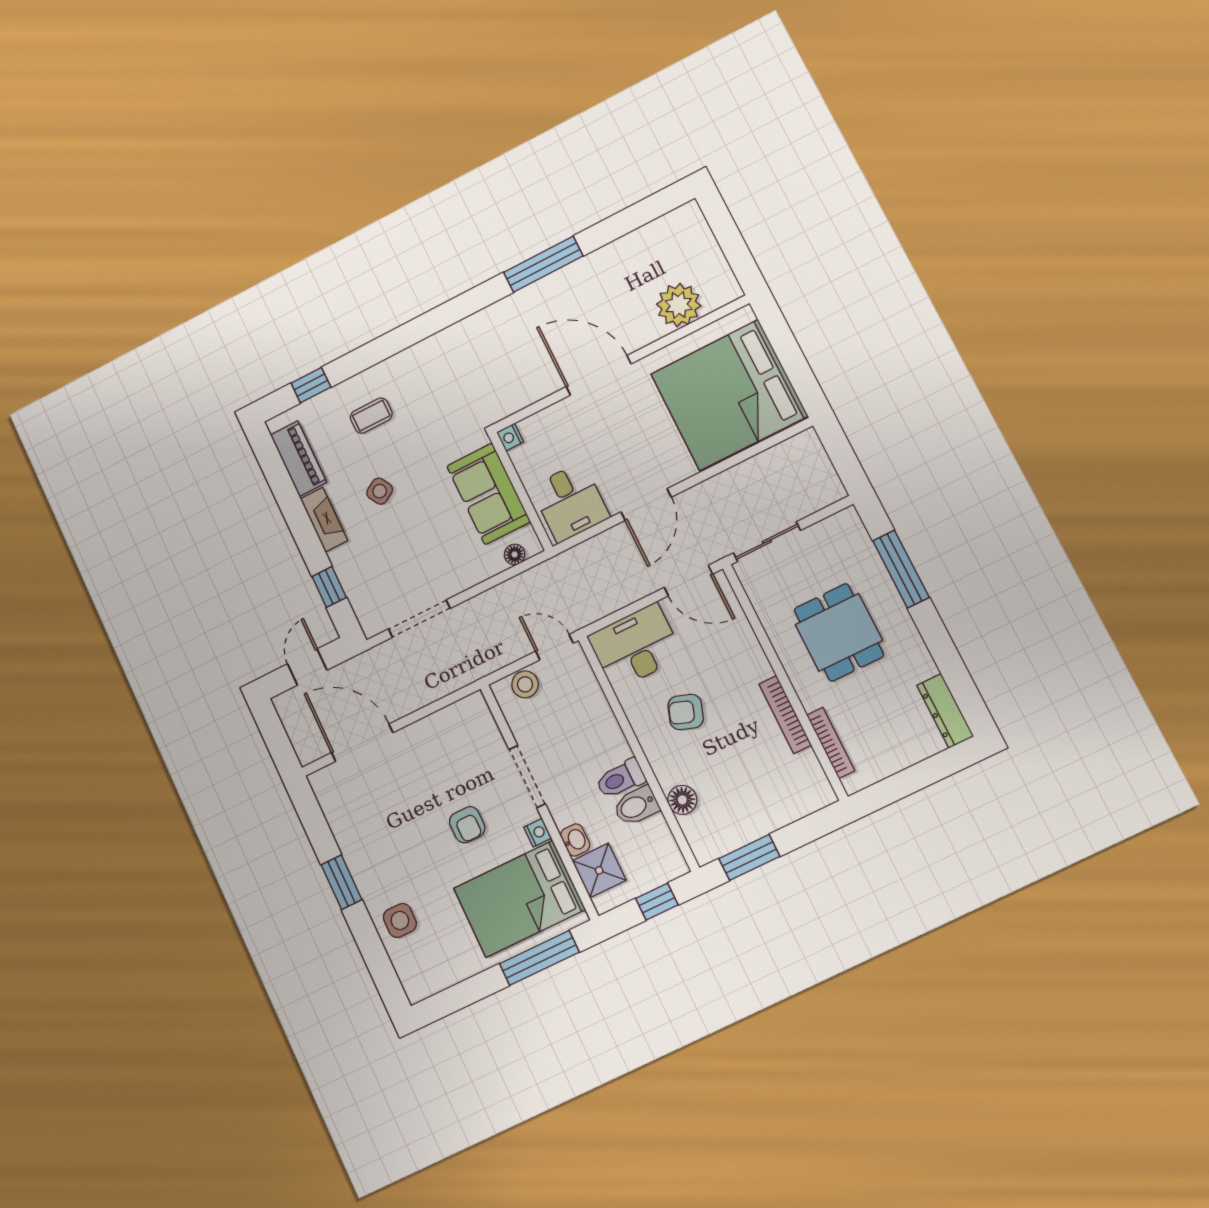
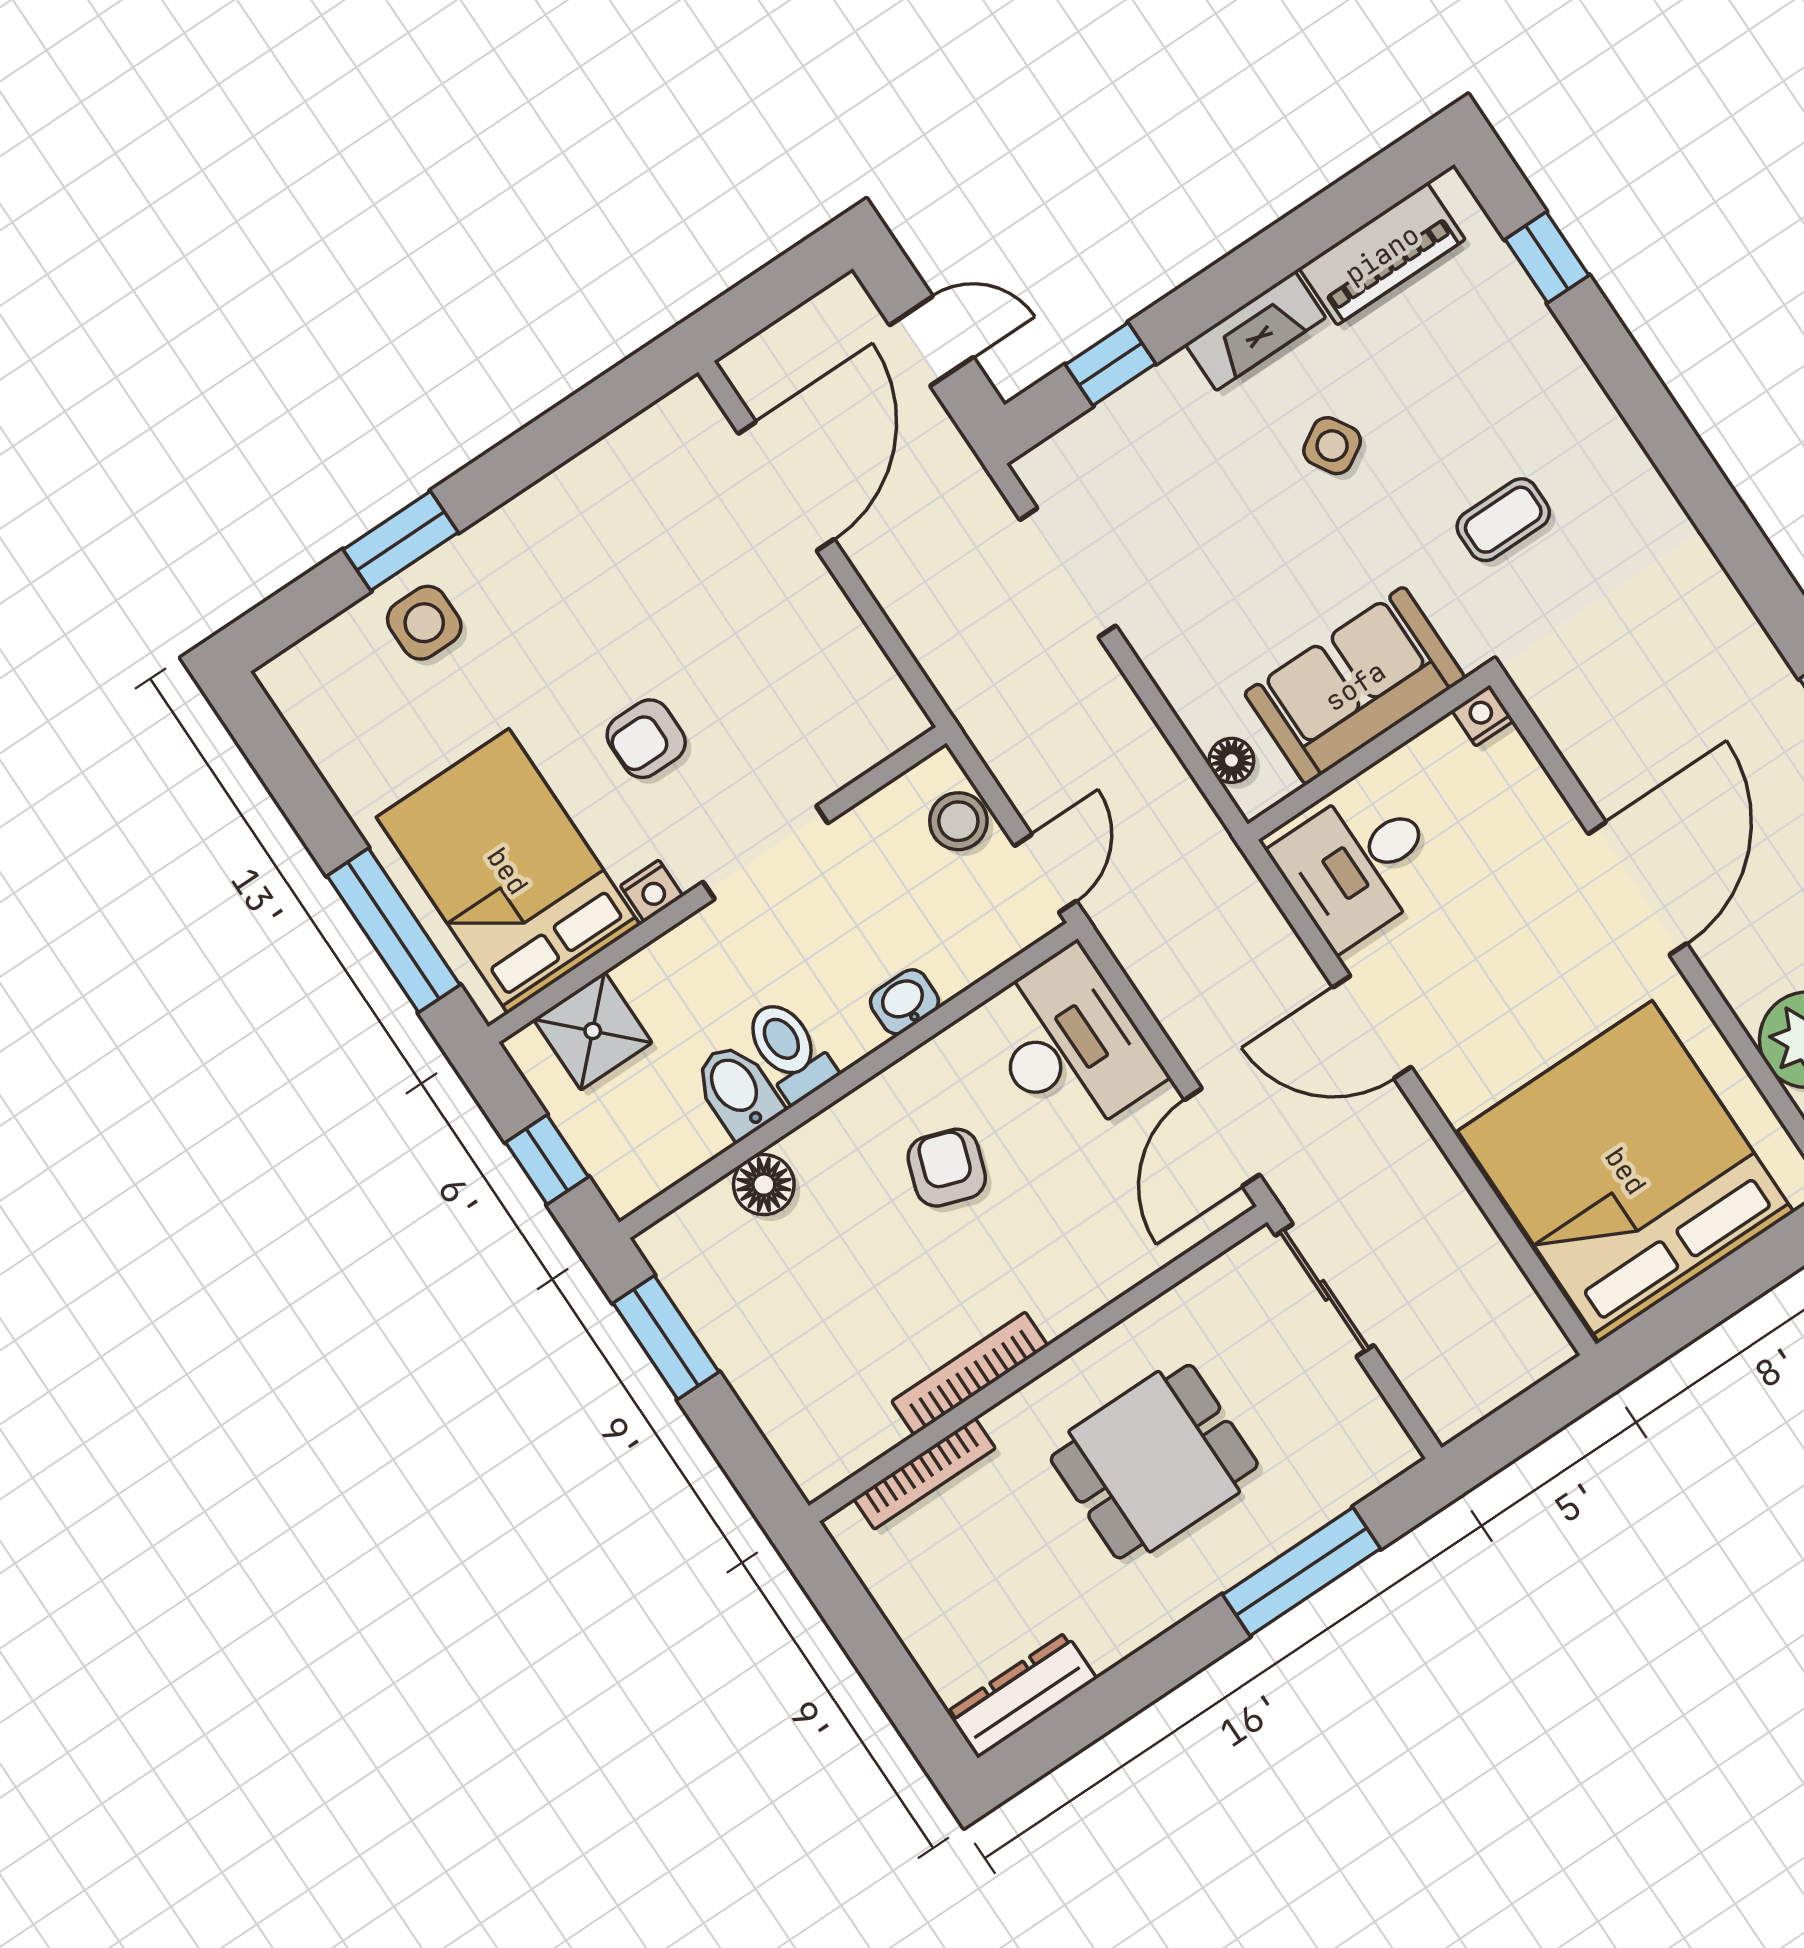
coffee table: (371, 416) -> (1503, 520), moved, turned 90
washbasin: (575, 840) -> (904, 1002), moved, turned 180
window: (342, 882) -> (401, 541), moved

